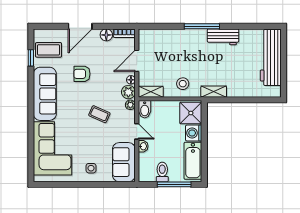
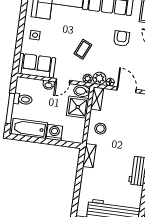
shower: (191, 113) -> (78, 107), moved

